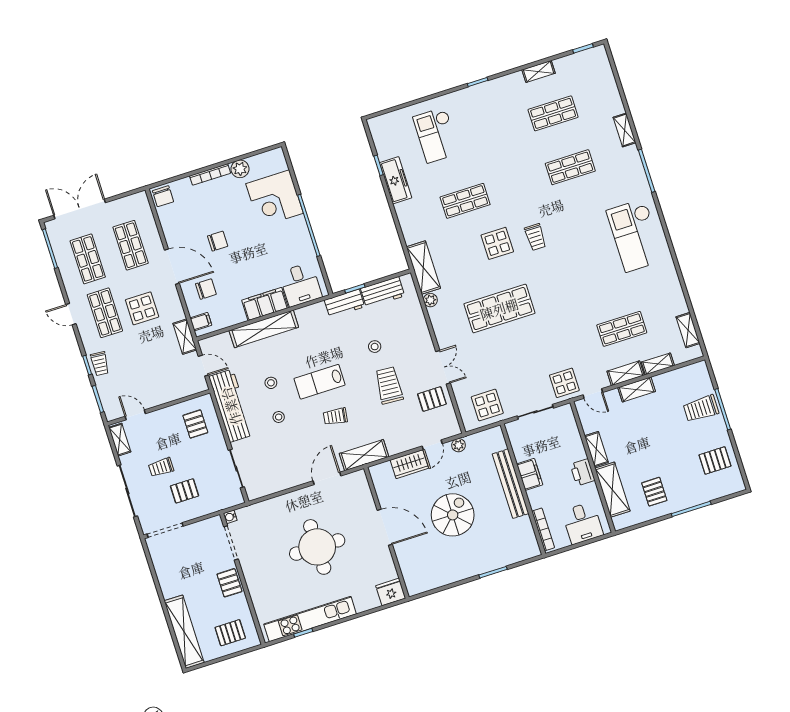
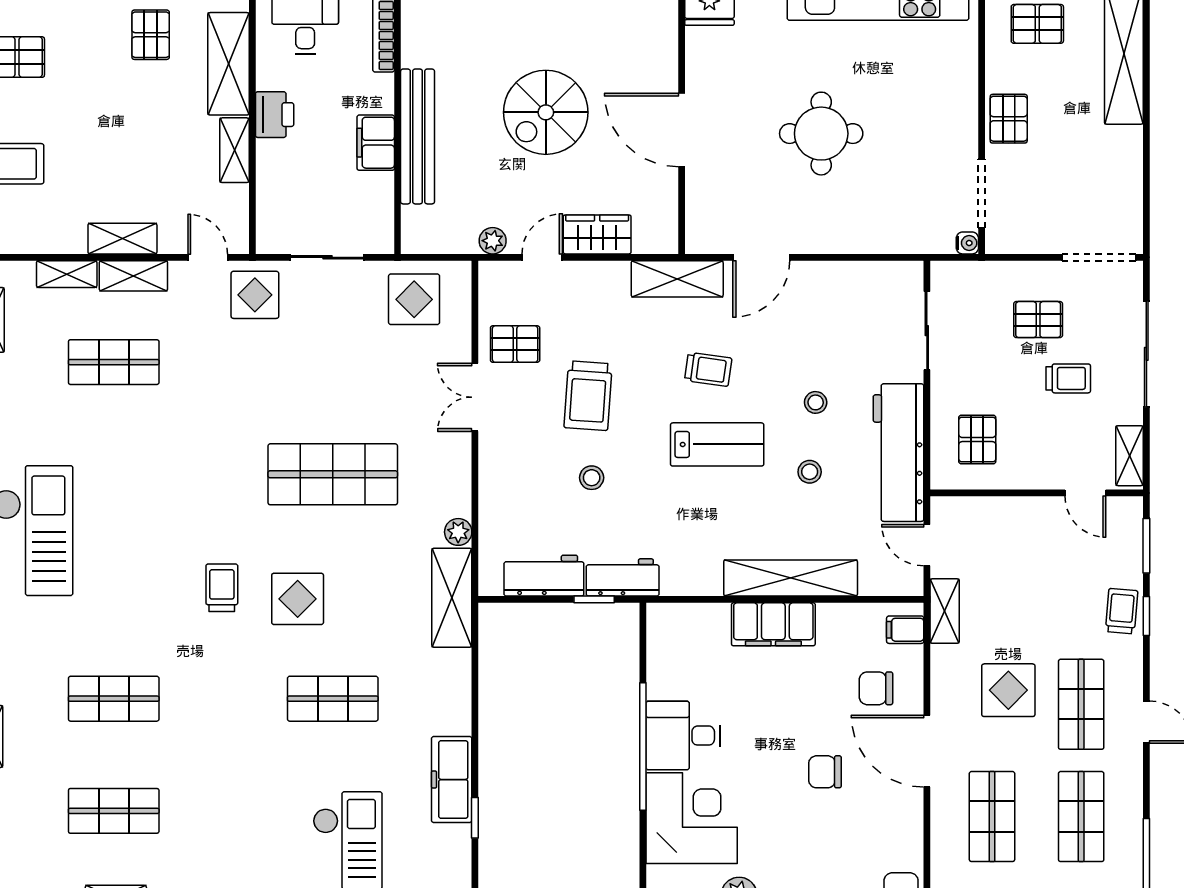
desk: (300, 285) -> (683, 736), moved, turned -90
round table: (317, 547) -> (821, 134), width x0.73, depth x0.73

